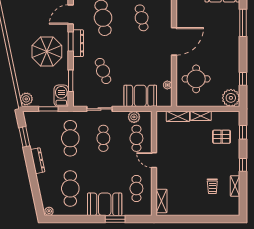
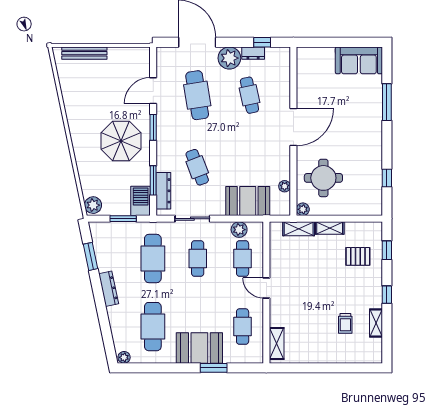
dresser: (78, 43) -> (163, 191), moved
plant: (231, 98) -> (303, 209), moved, width x0.53, depth x0.53

